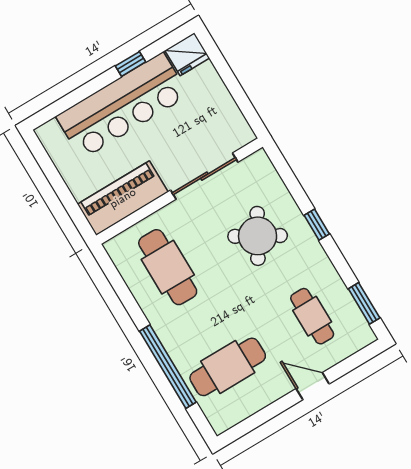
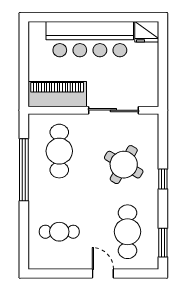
window: (130, 64) -> (110, 17), removed
cafe table: (312, 316) -> (127, 232), width x1.37, depth x1.35
window: (168, 367) -> (24, 170), moved
cafe table: (228, 367) -> (59, 232), width x0.73, depth x0.74

